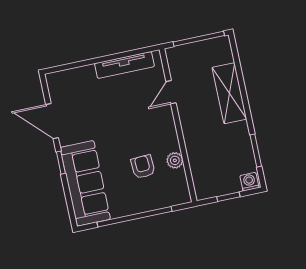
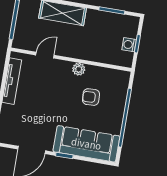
door: (171, 92) -> (45, 55), swing flipped
plant: (175, 160) -> (79, 69), moved
washing machine: (249, 182) -> (129, 45), moved

